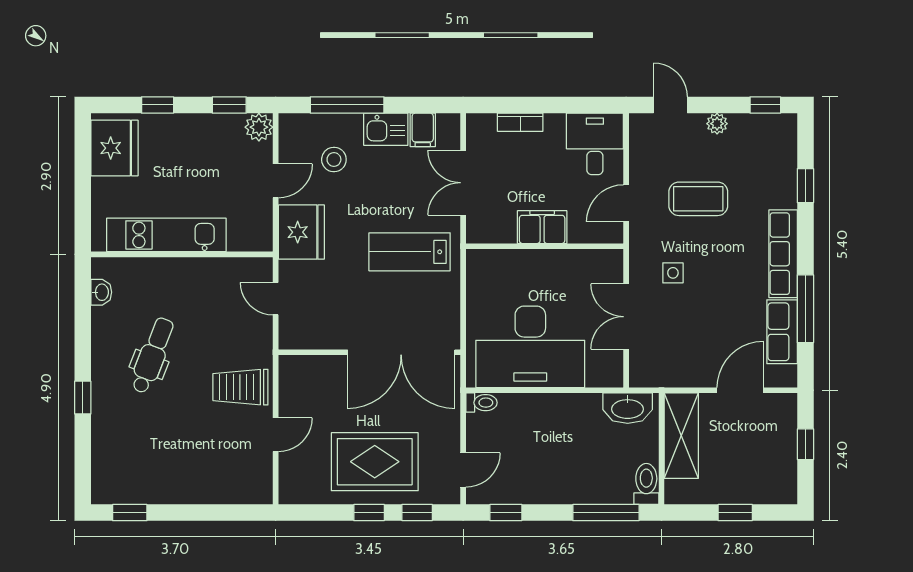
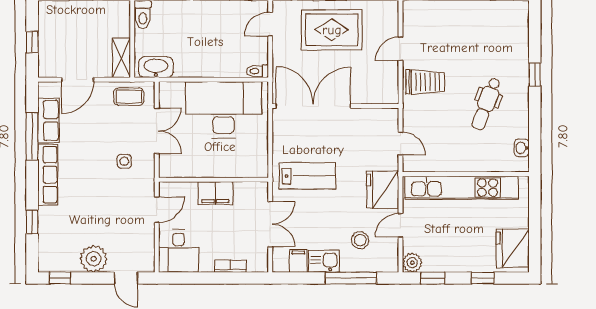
plant: (717, 124) -> (94, 259), width x1.88, depth x1.88
coffee table: (698, 199) -> (129, 96), moved, width x0.73, depth x0.77
kitchen unit: (166, 235) -> (461, 188), width x1.36
shelving: (681, 436) -> (121, 58), width x0.67, depth x0.75

